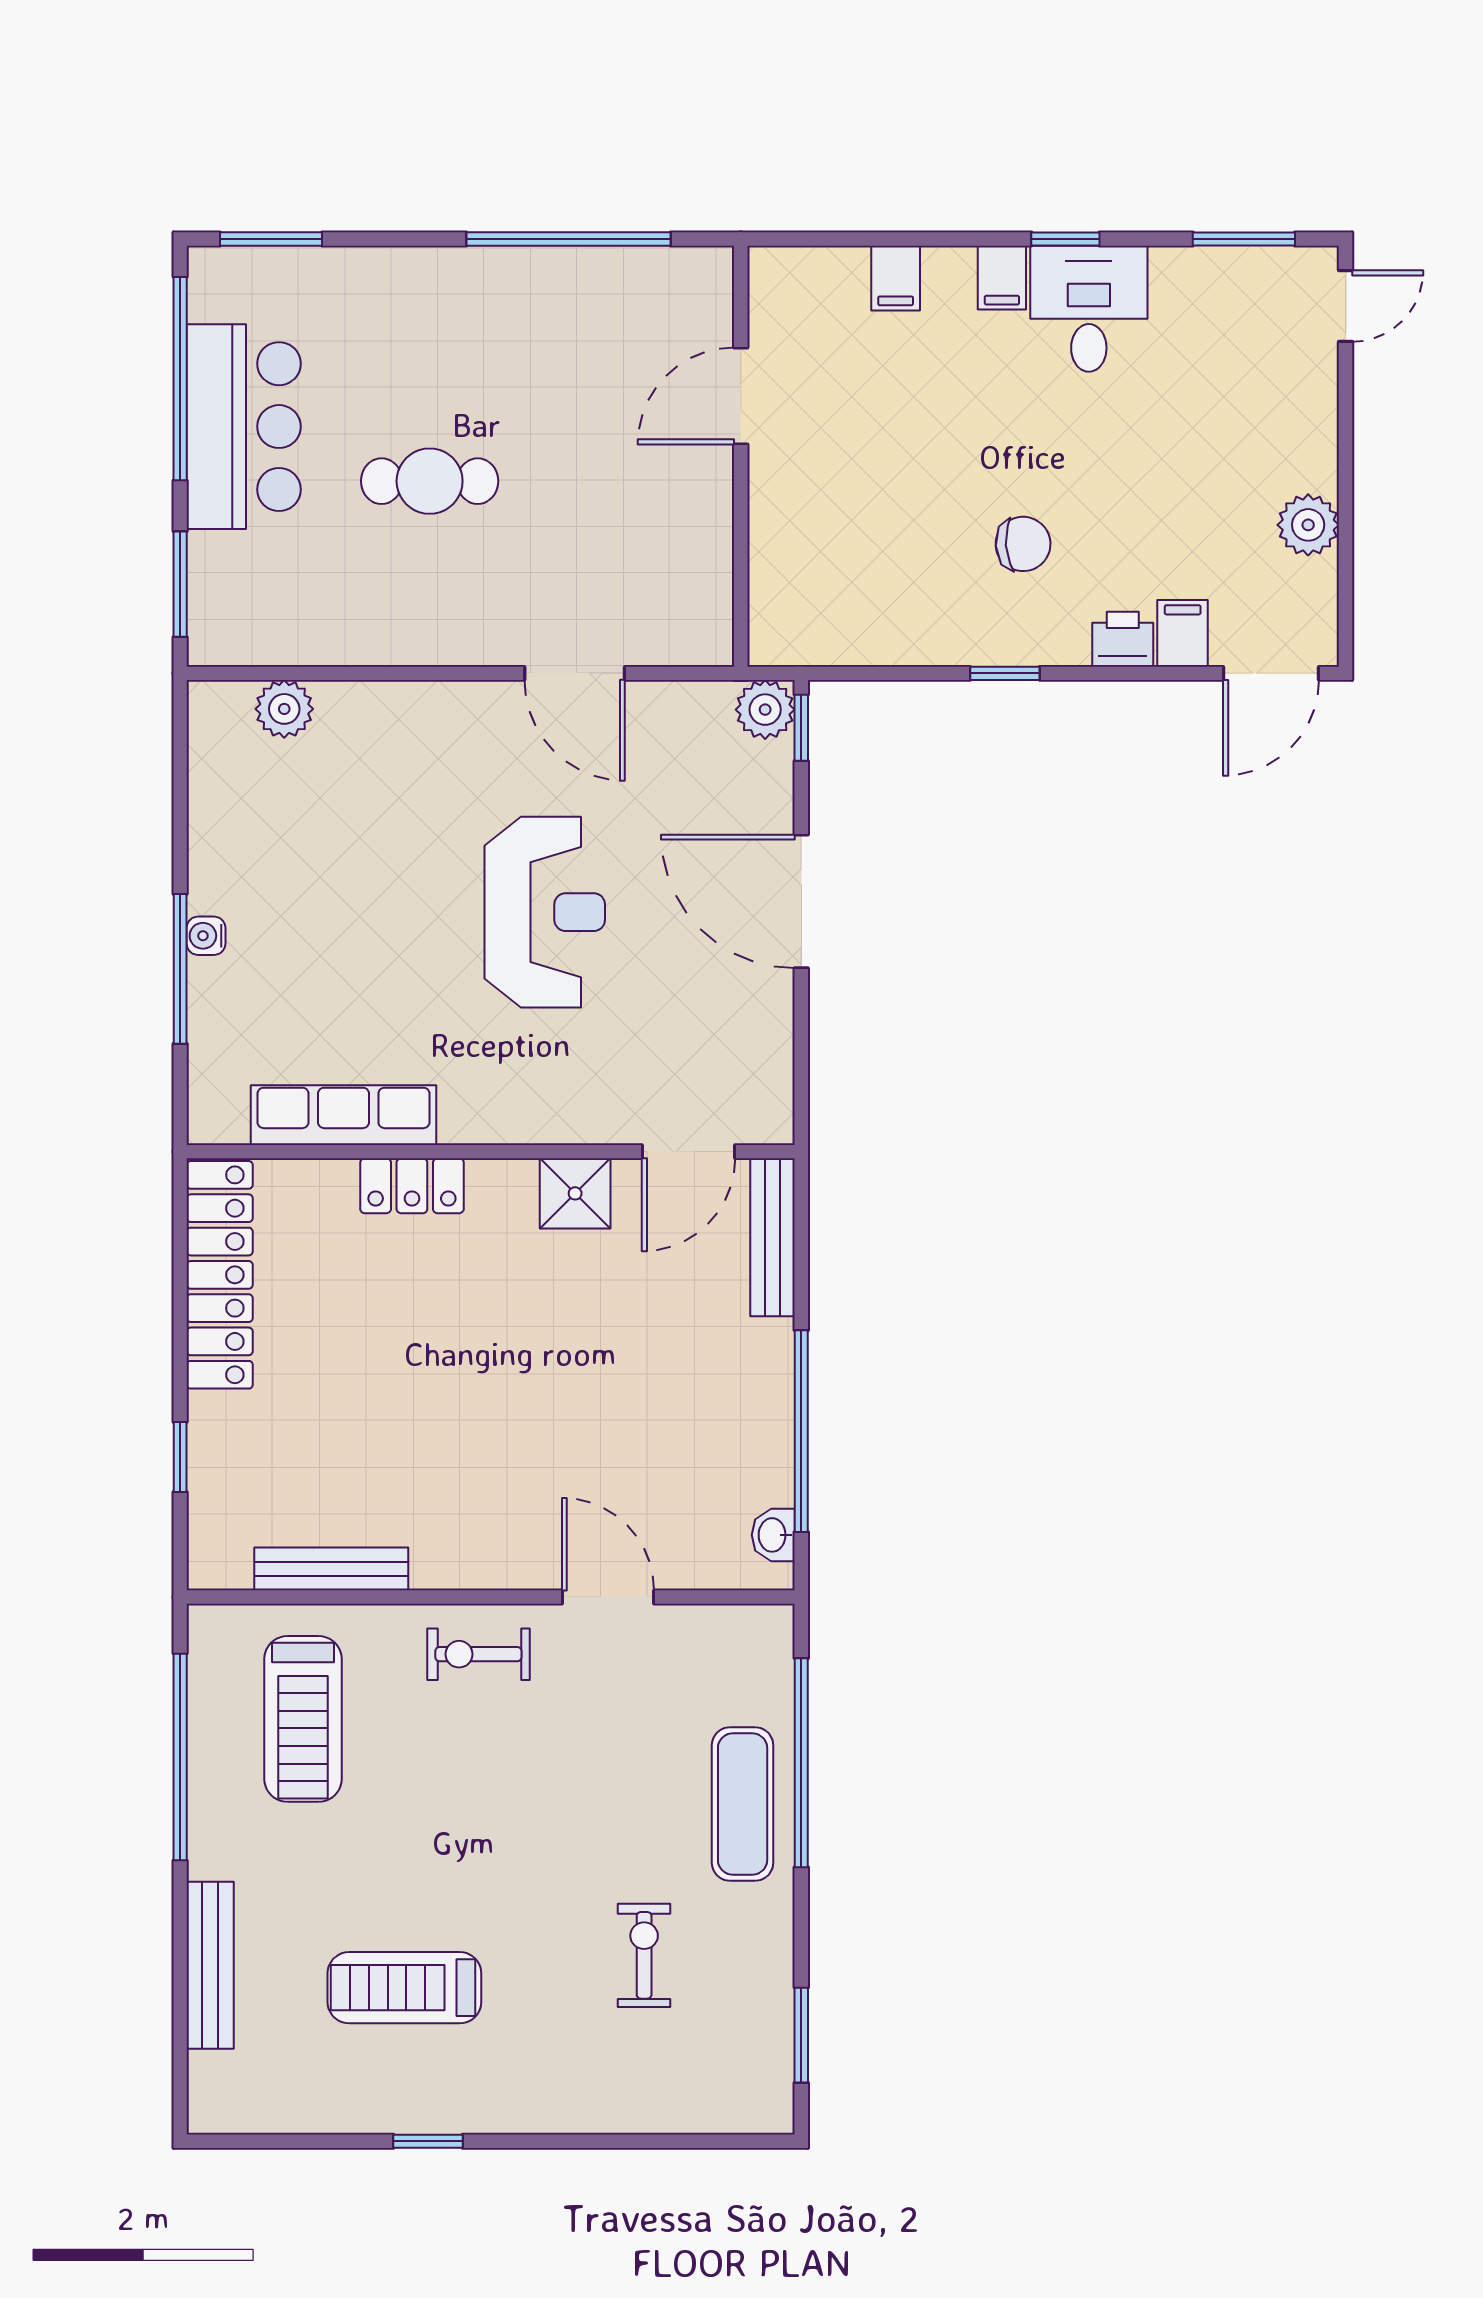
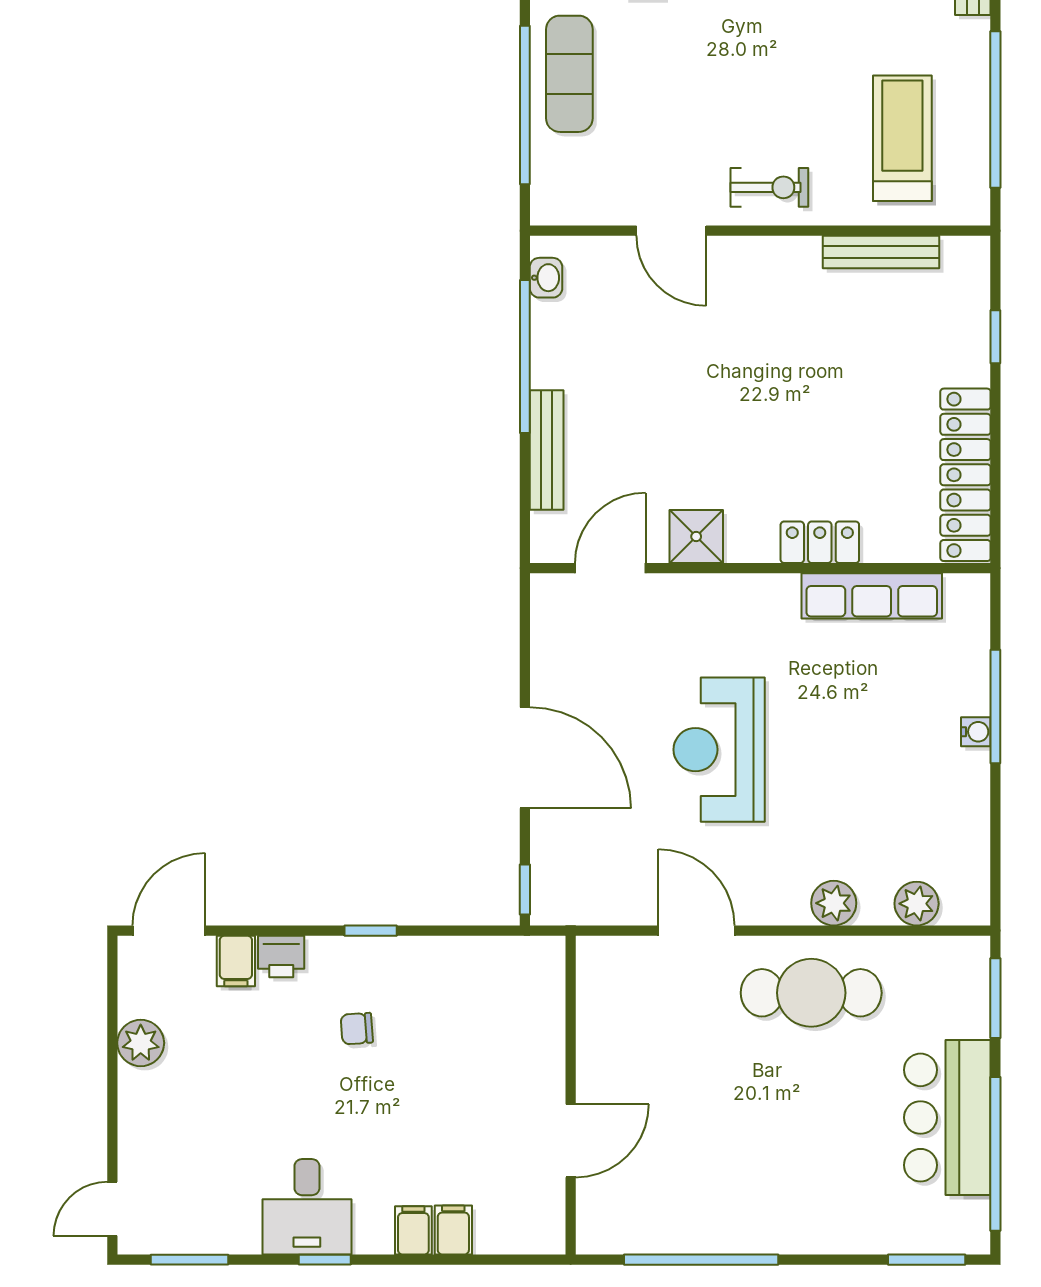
filing cabinet: (1002, 278) -> (413, 1230), moved
cafe table: (430, 481) -> (811, 993), moved, width x1.37, depth x1.35
chair: (1023, 544) -> (357, 1029), width x0.73, depth x0.73
plant: (765, 710) -> (834, 903), moved
bench: (773, 1237) -> (547, 450), moved

